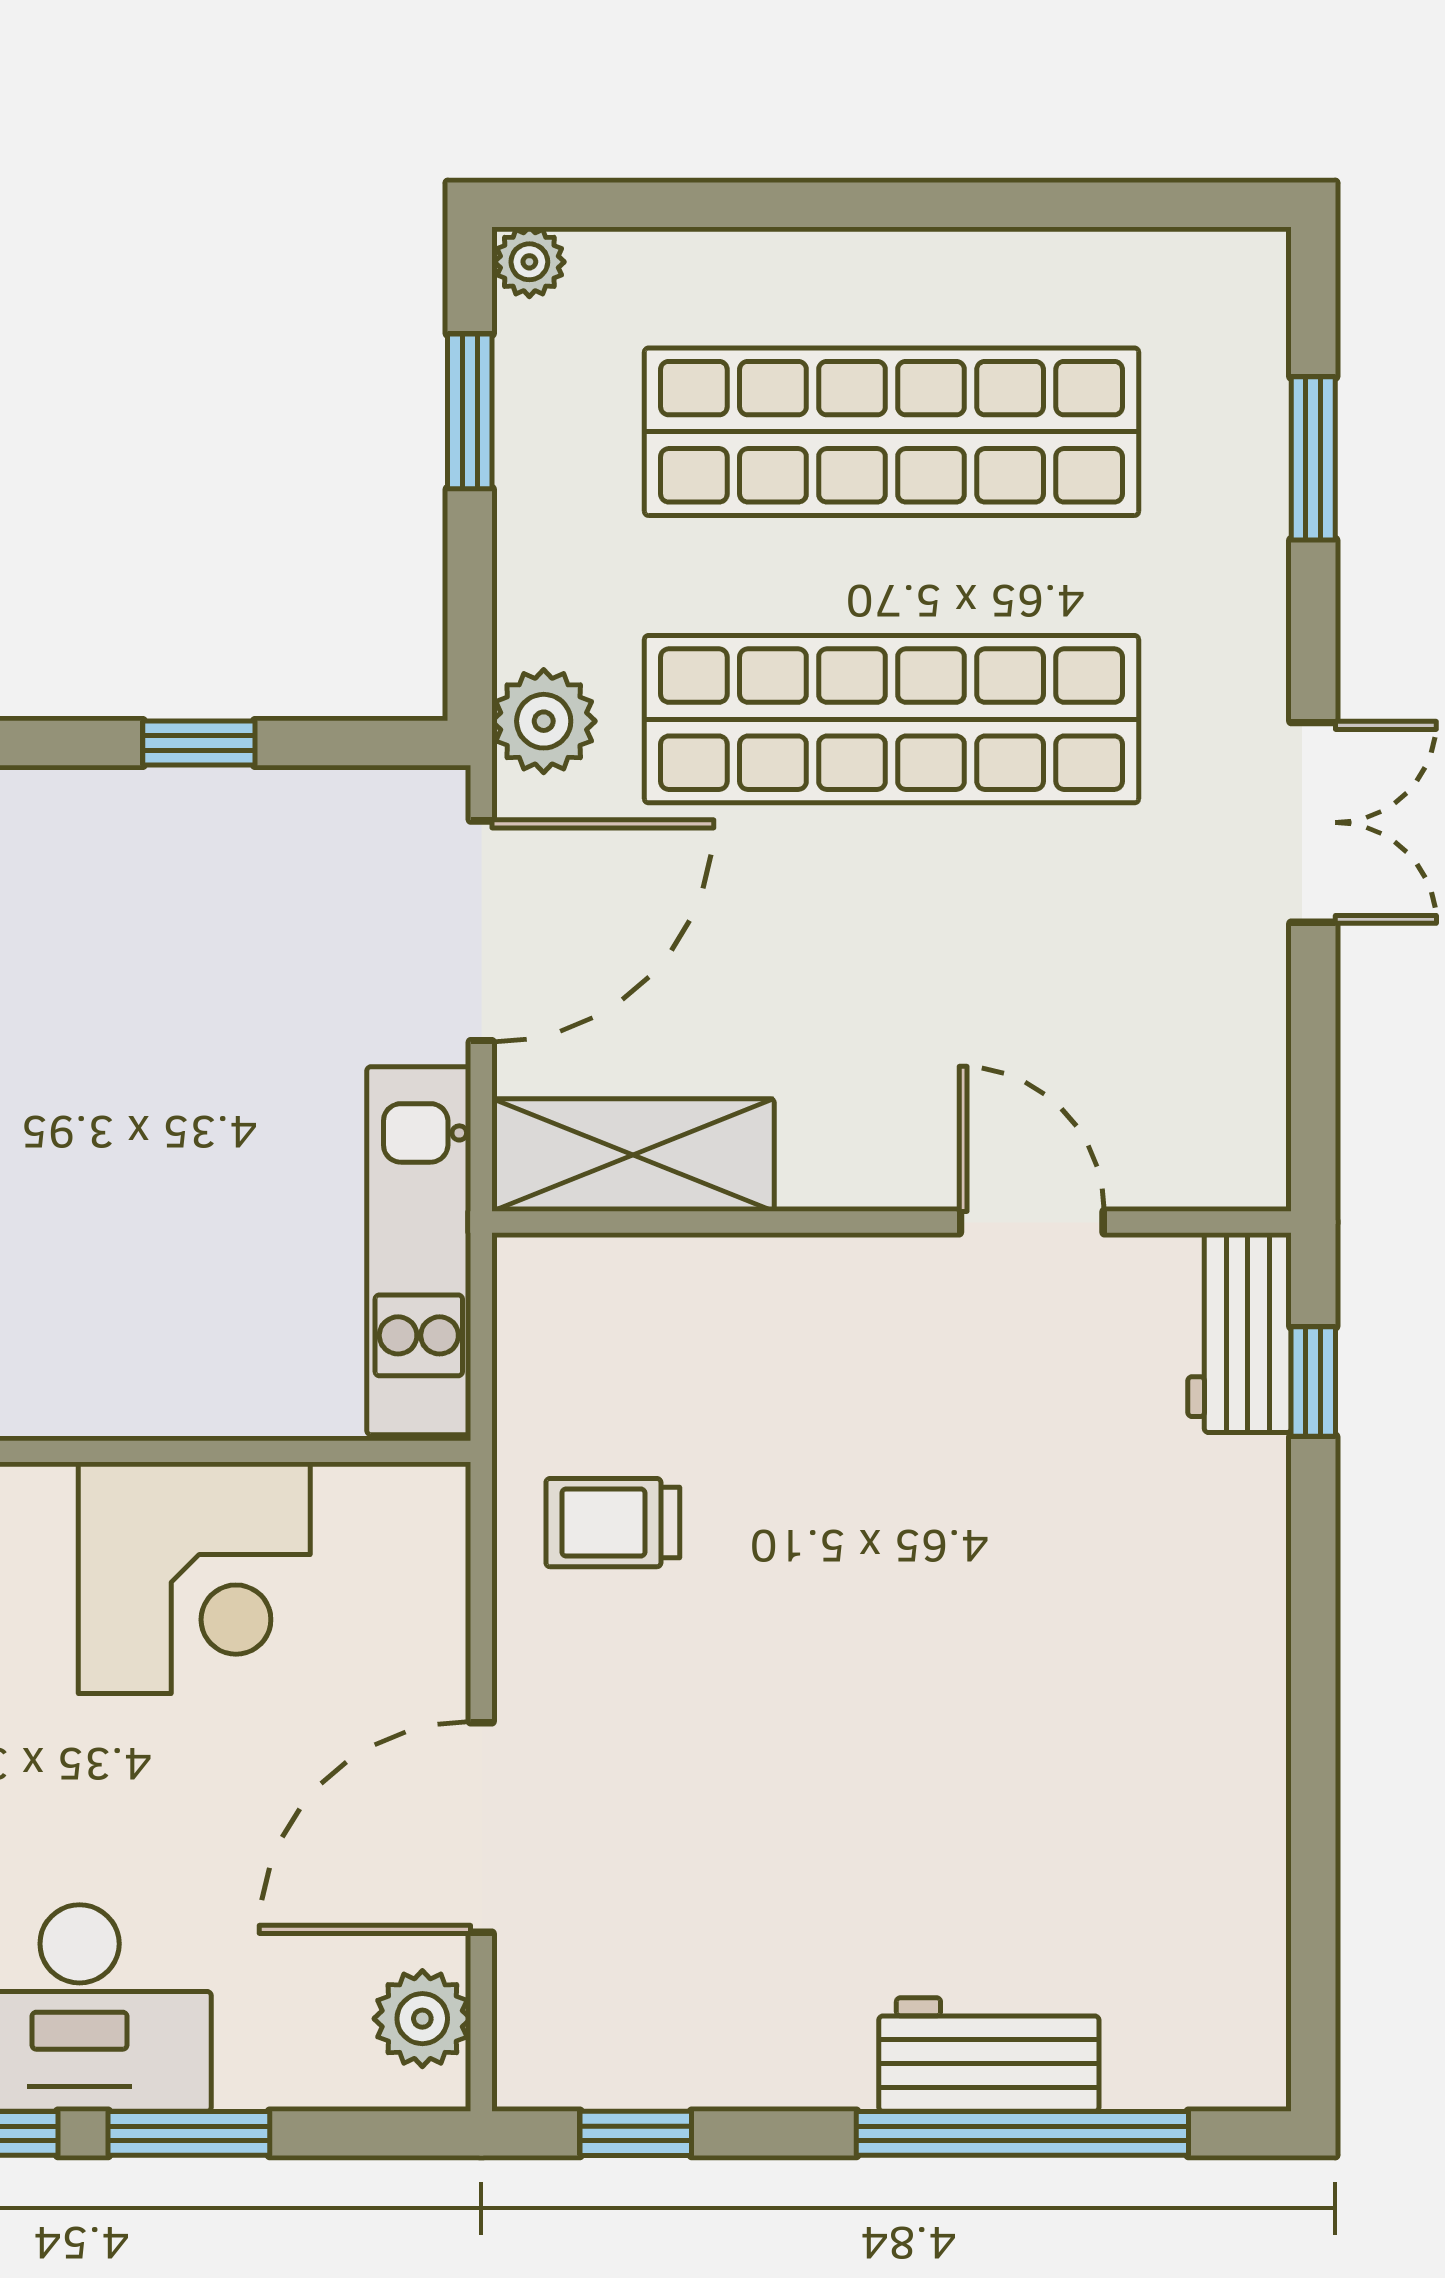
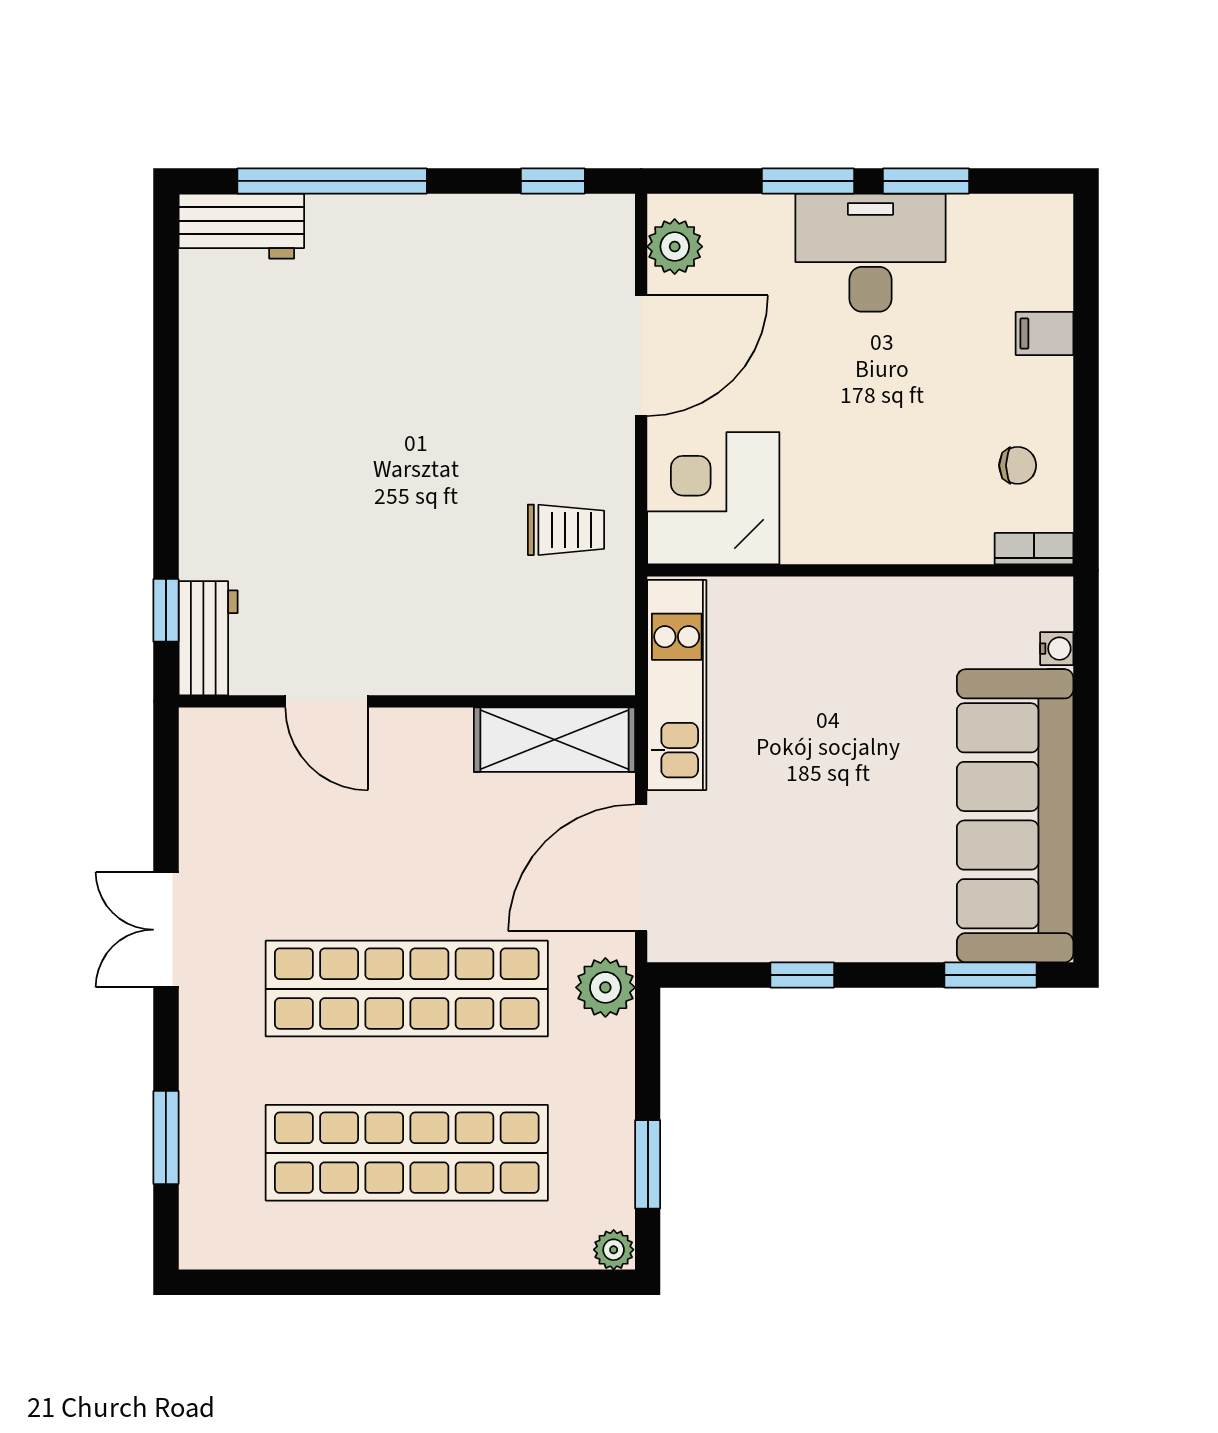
corner desk: (194, 1578) -> (713, 498), moved
workbench: (989, 2054) -> (241, 226), moved

